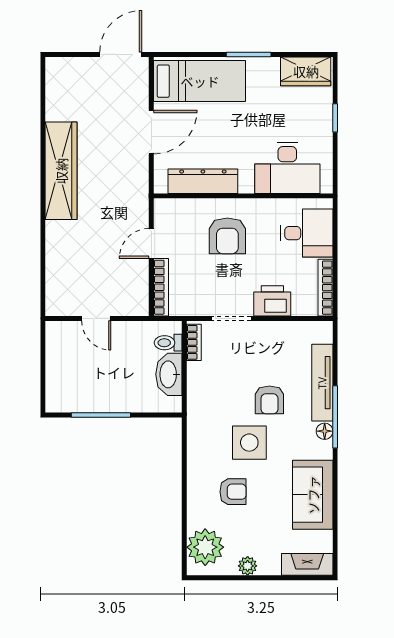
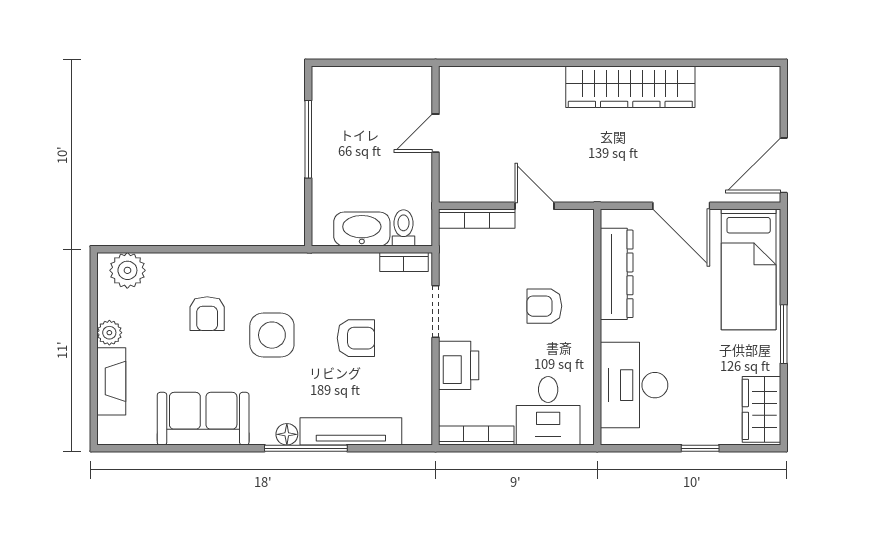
door: (121, 54) -> (784, 165), swing flipped
armchair: (227, 236) -> (544, 306), width x0.72, depth x0.72
armchair: (269, 400) -> (356, 338), moved, turned 180
plant: (205, 547) -> (127, 270), width x0.73, depth x0.73
fireplace: (307, 564) -> (111, 381), moved

